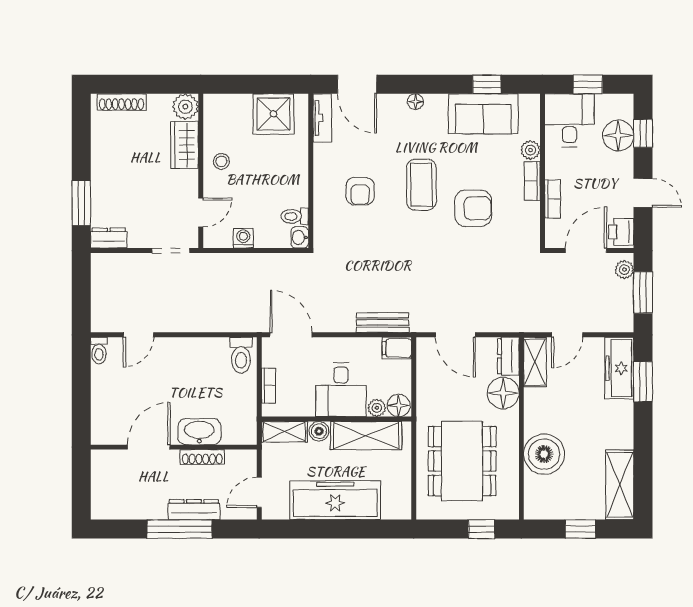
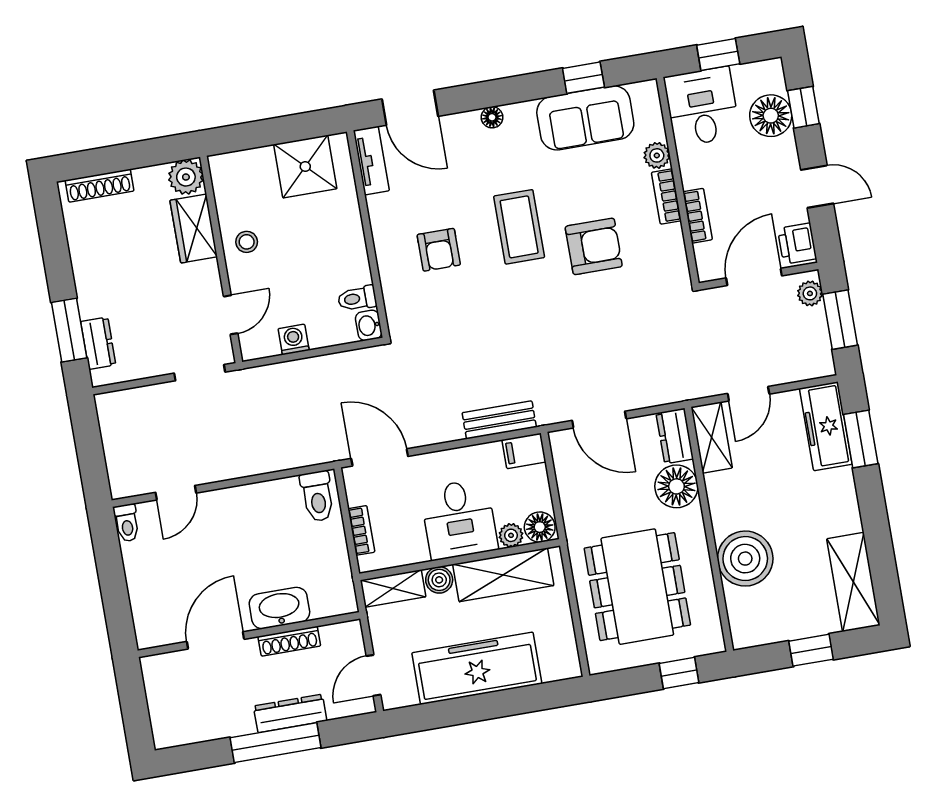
dresser: (109, 238) -> (98, 343), moved, turned 90

